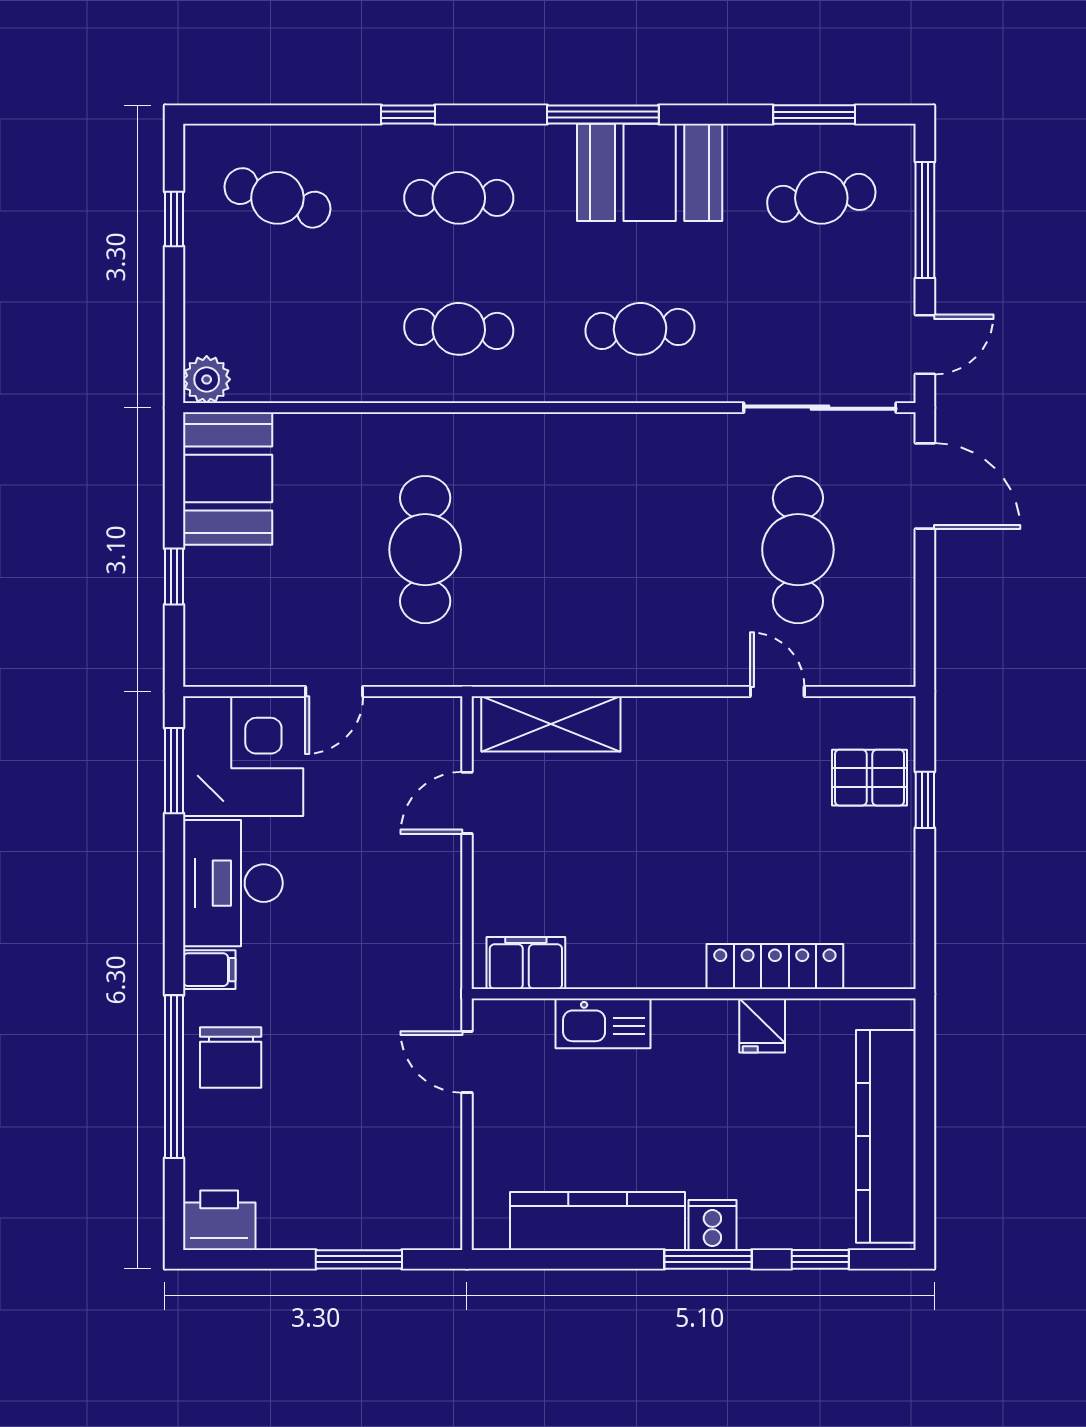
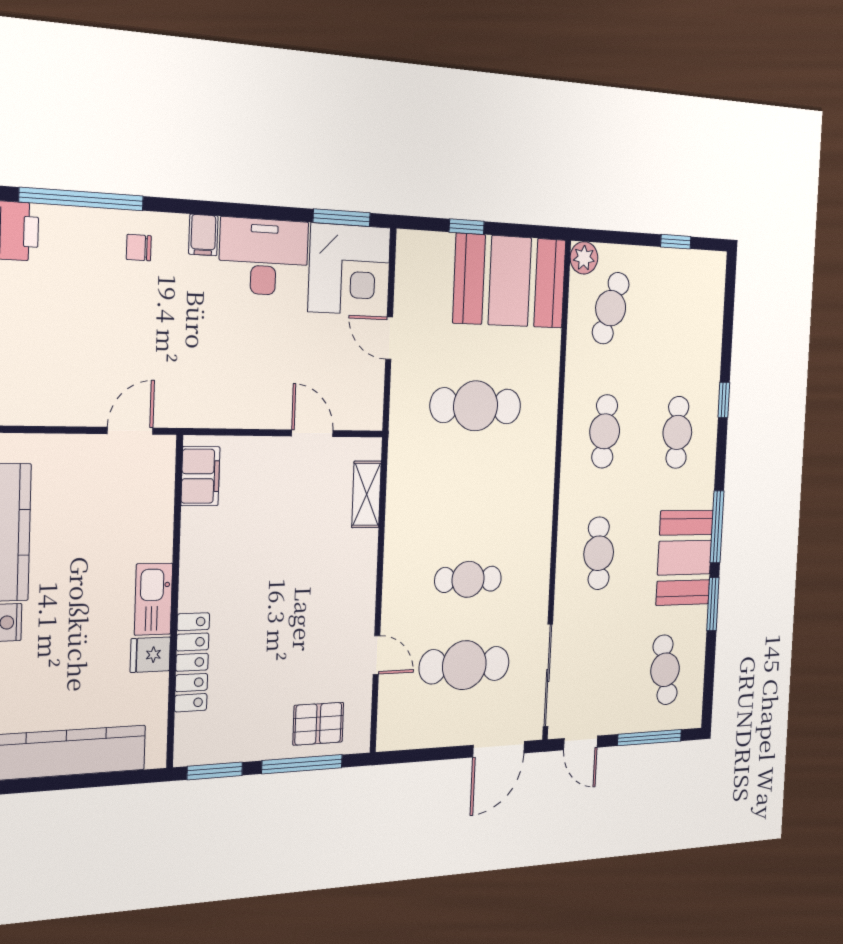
window: (814, 115) -> (713, 604), moved
cafe table: (277, 198) -> (611, 308), moved
booth: (228, 479) -> (510, 281), width x1.36, depth x1.42
cafe table: (674, 550) -> (468, 579), added
door: (777, 692) -> (377, 655), hinge flipped
shelving: (551, 724) -> (367, 494), width x0.67, depth x0.75
pallet: (869, 778) -> (318, 724), turned 90
window: (925, 800) -> (302, 764), width x2.17
window: (925, 929) -> (215, 771), added
kitchen sink: (603, 1023) -> (154, 599), moved
chair: (231, 1058) -> (139, 248), width x0.54, depth x0.54
window: (174, 1077) -> (82, 199), moved

